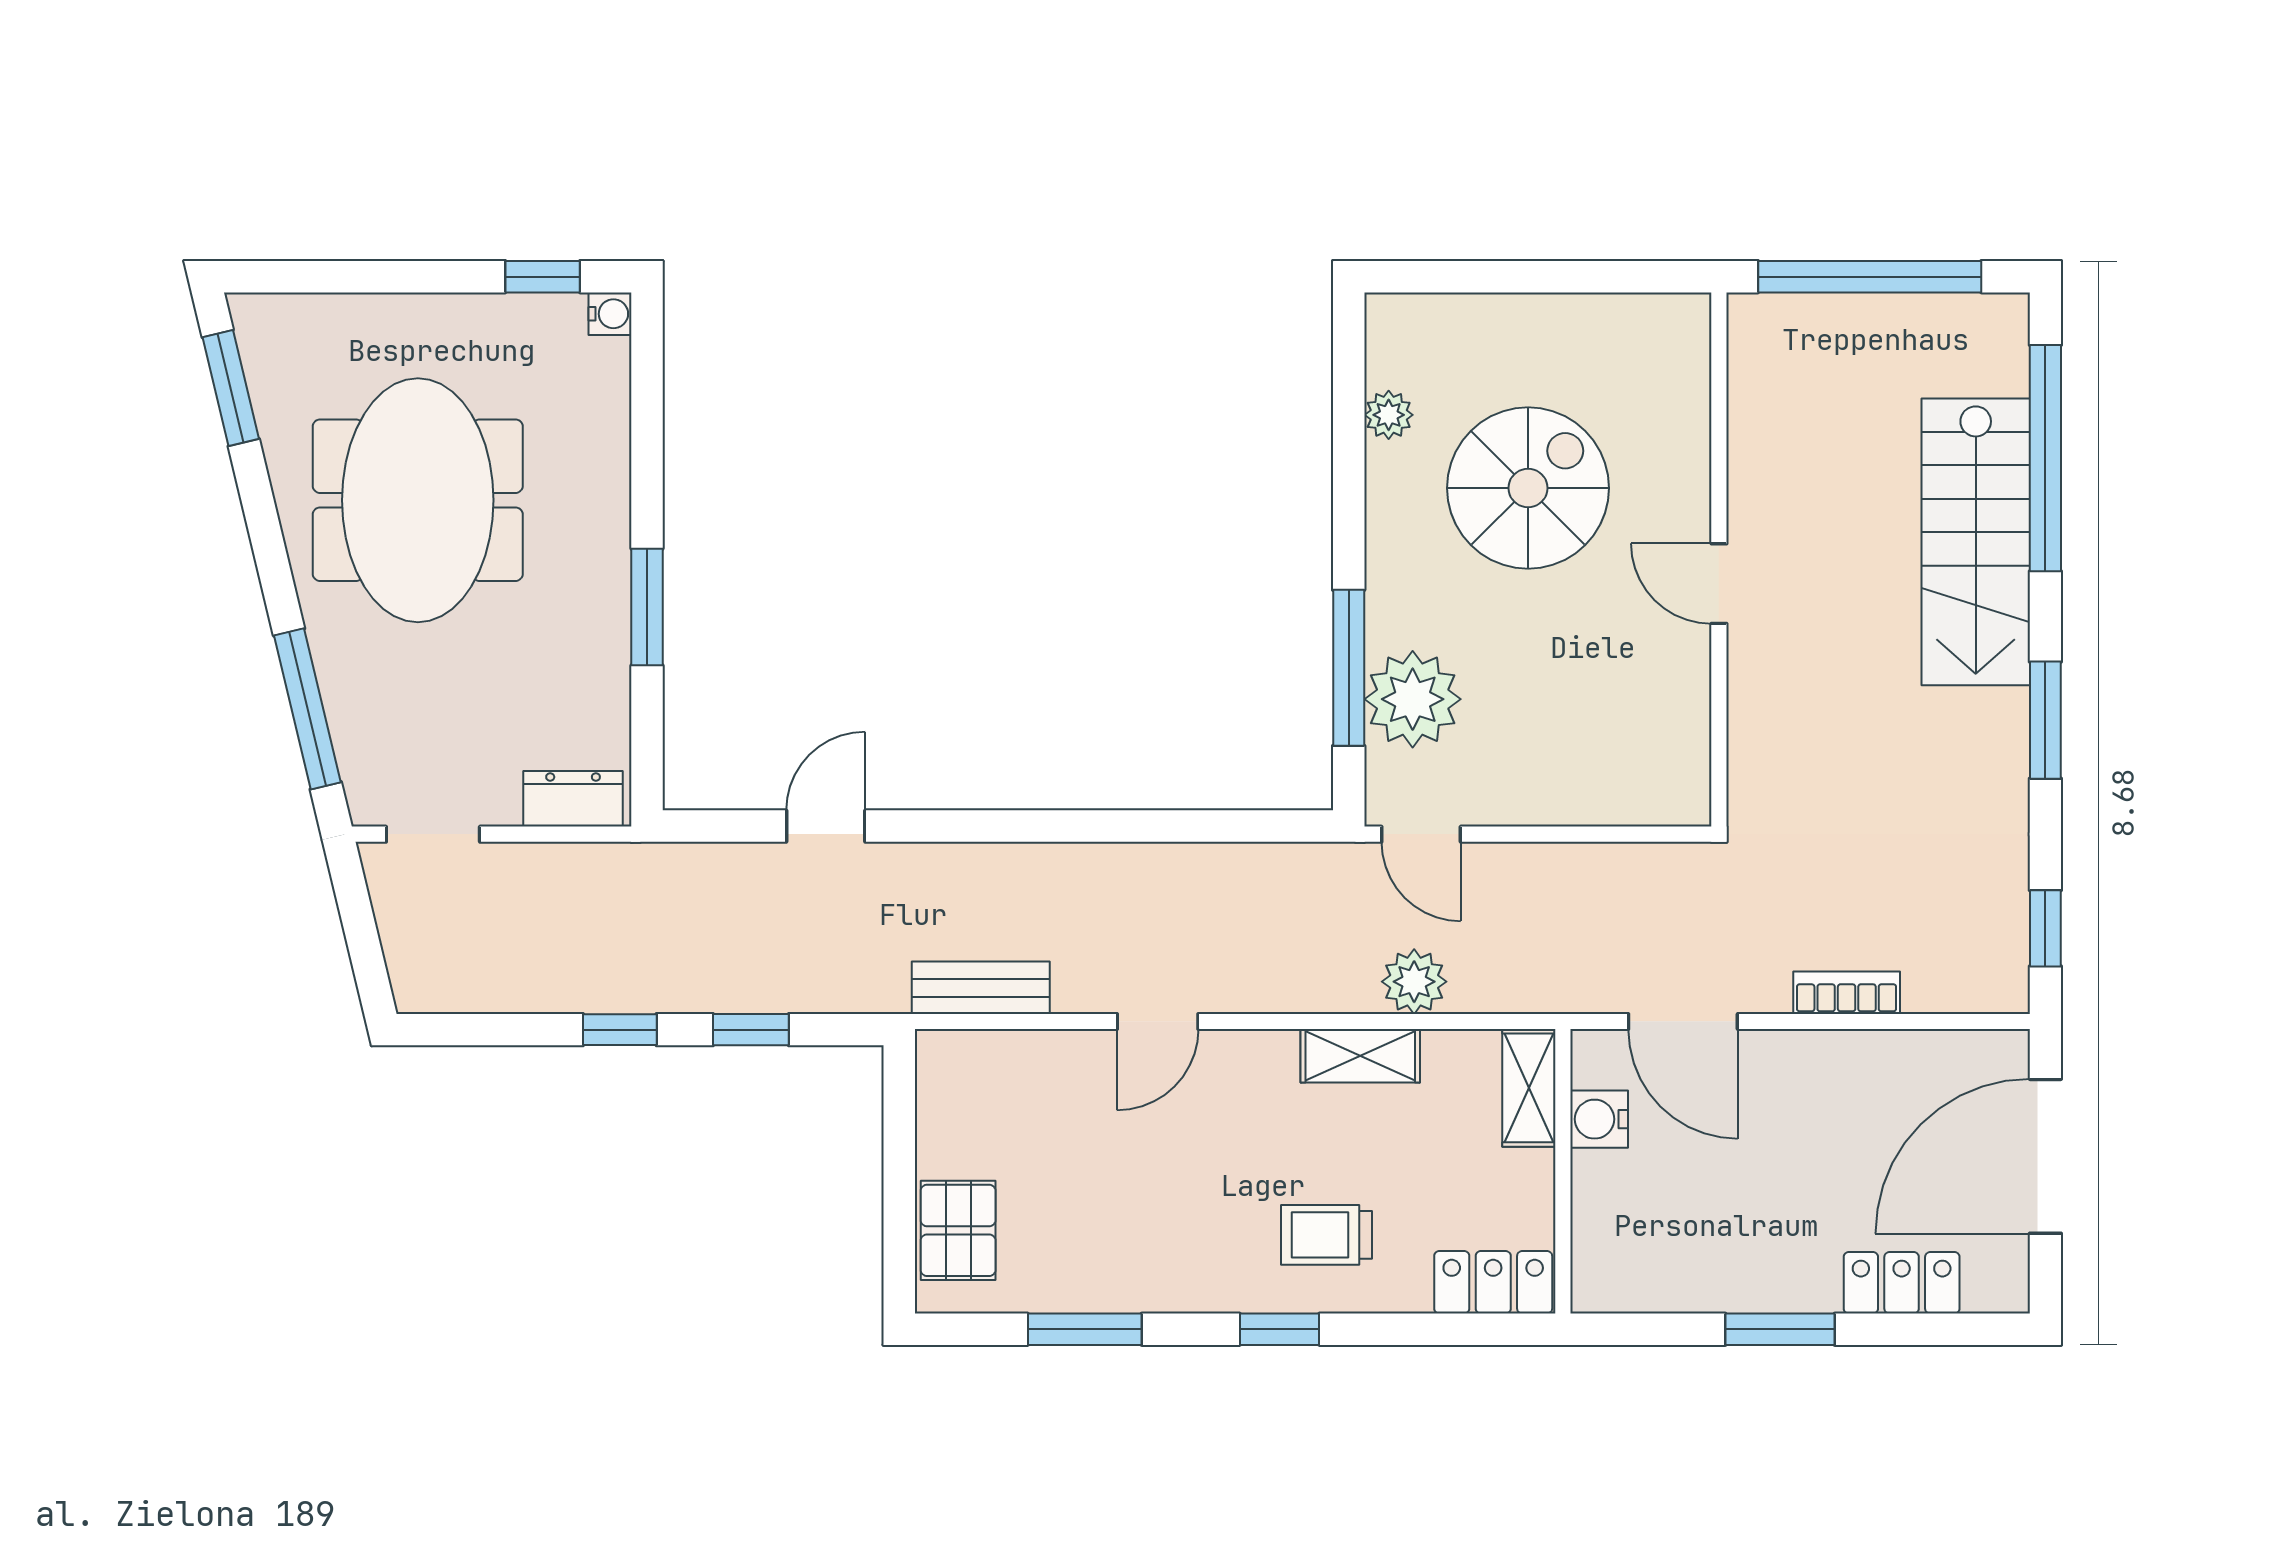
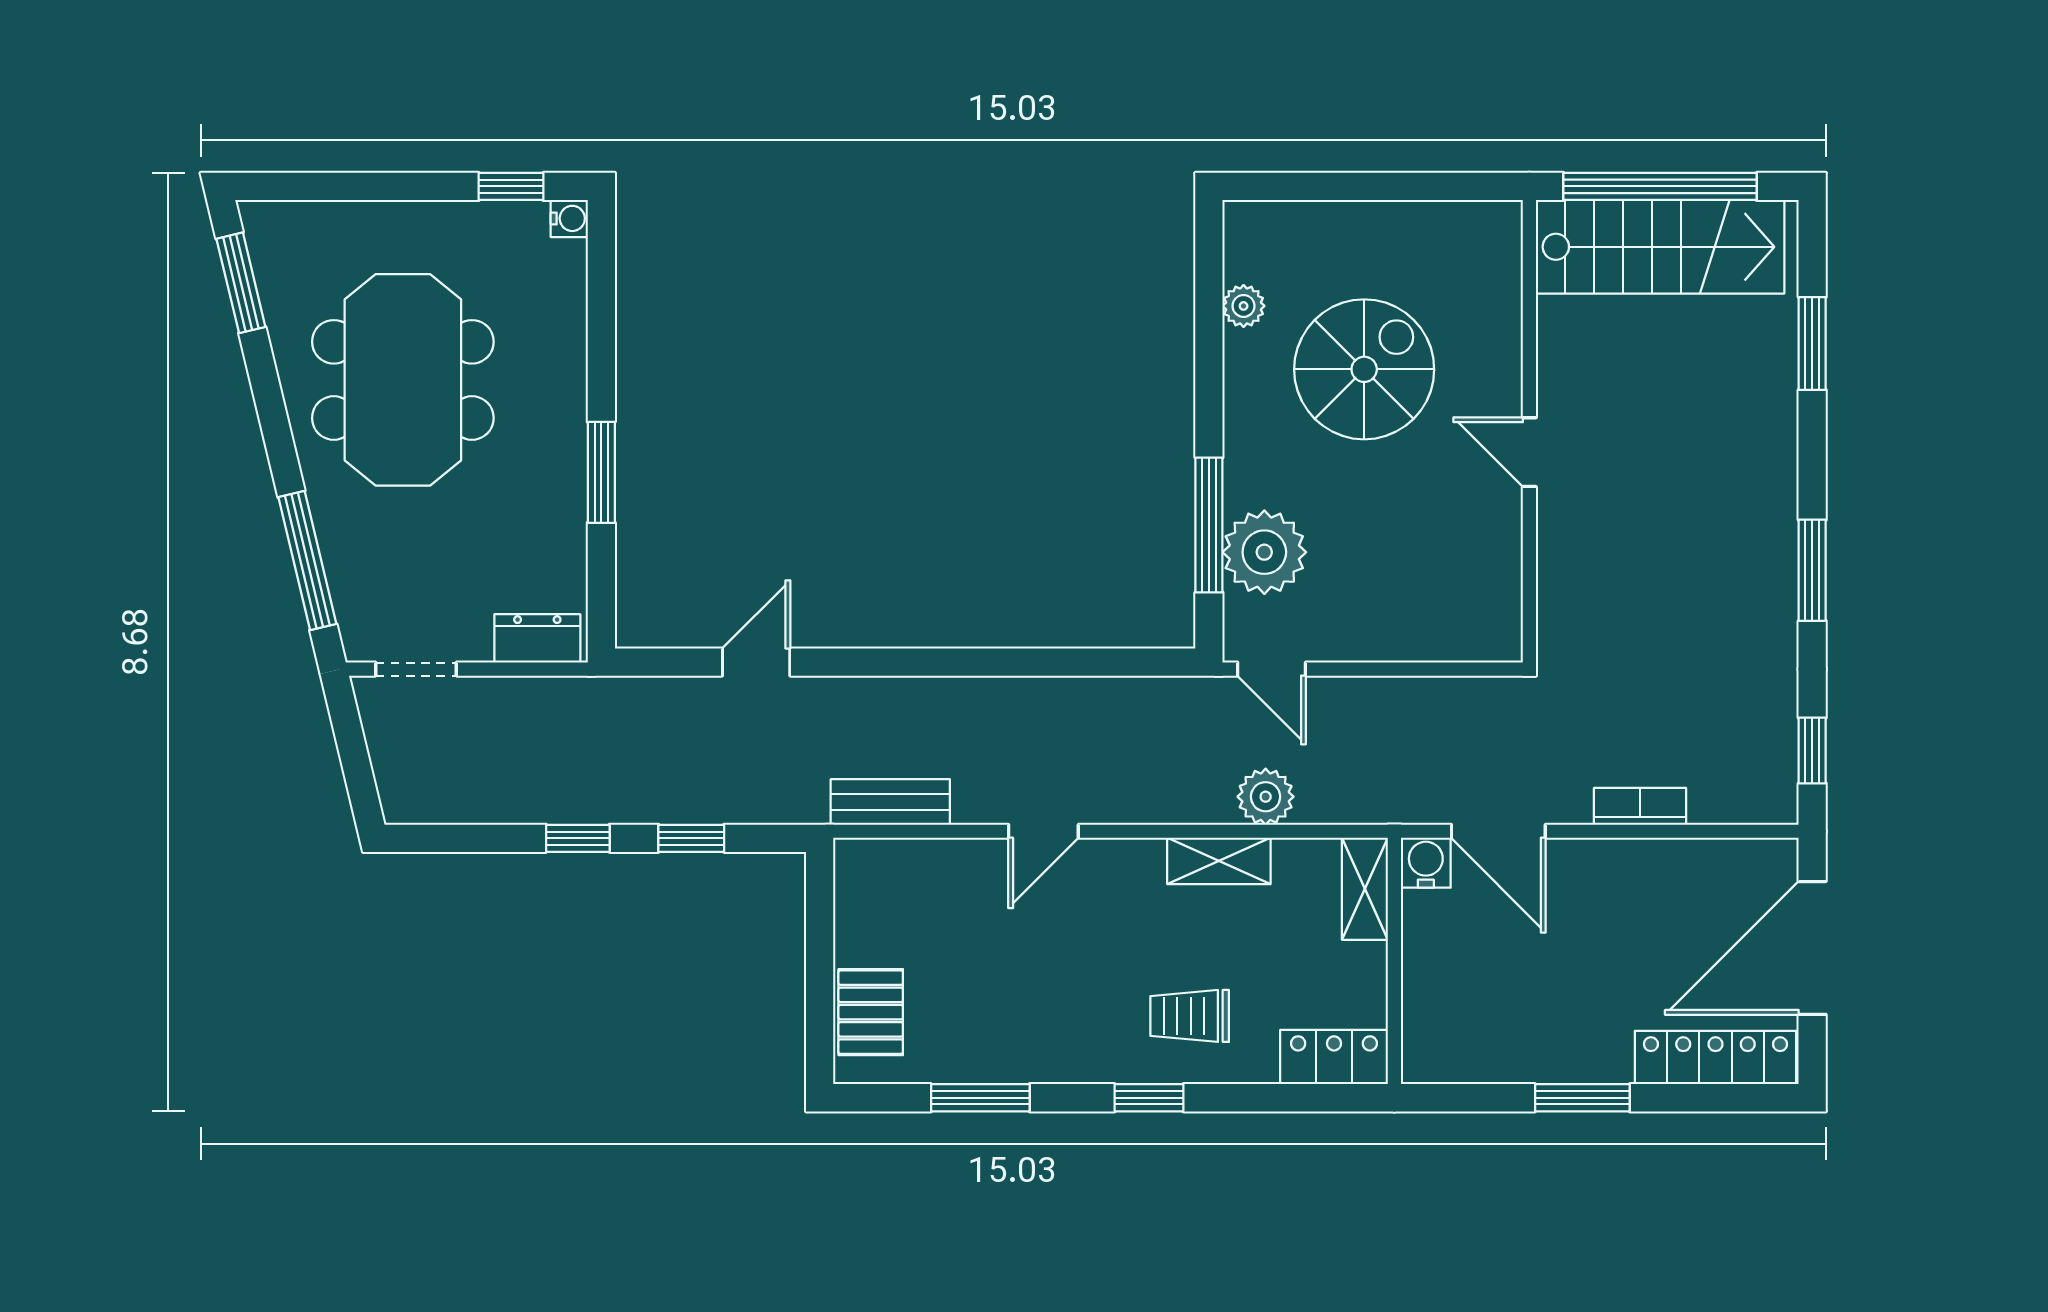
window: (2045, 458) -> (1812, 343), width x0.47
stairs: (1976, 542) -> (1660, 247), moved, turned -90
water cooler: (1599, 1119) -> (1426, 863), moved, turned 90
locker: (1902, 1283) -> (1715, 1057), width x1.53

